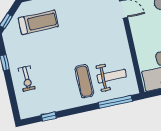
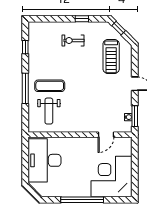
exercise bike: (27, 79) -> (73, 40), moved
window: (115, 102) -> (25, 88), moved

